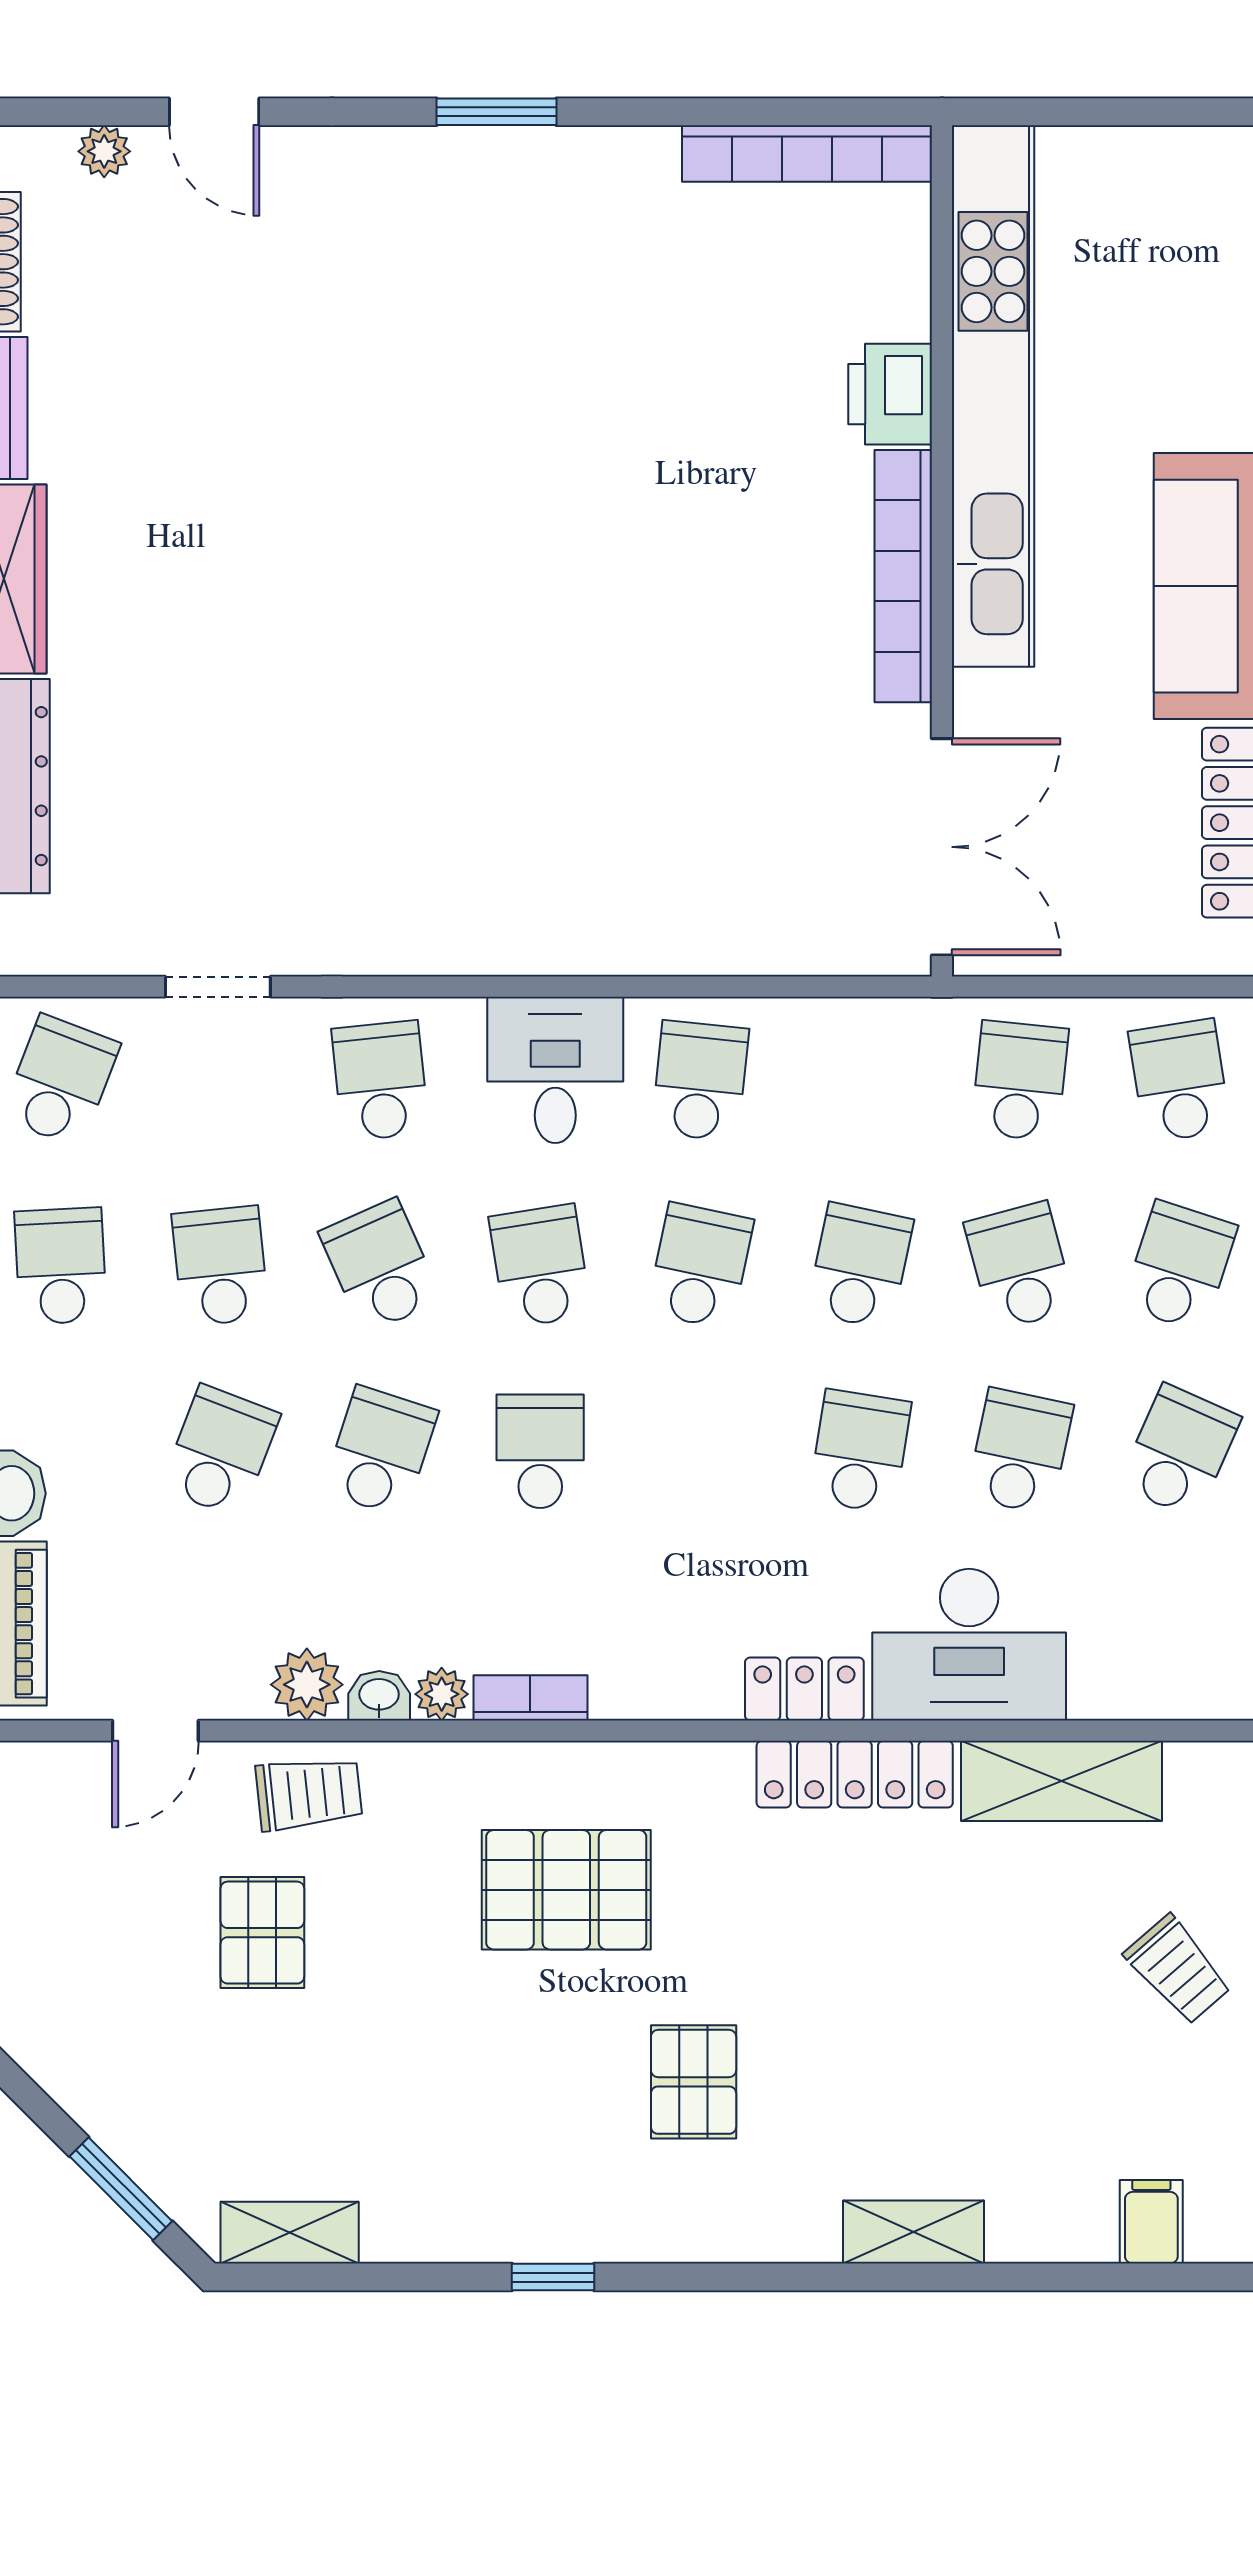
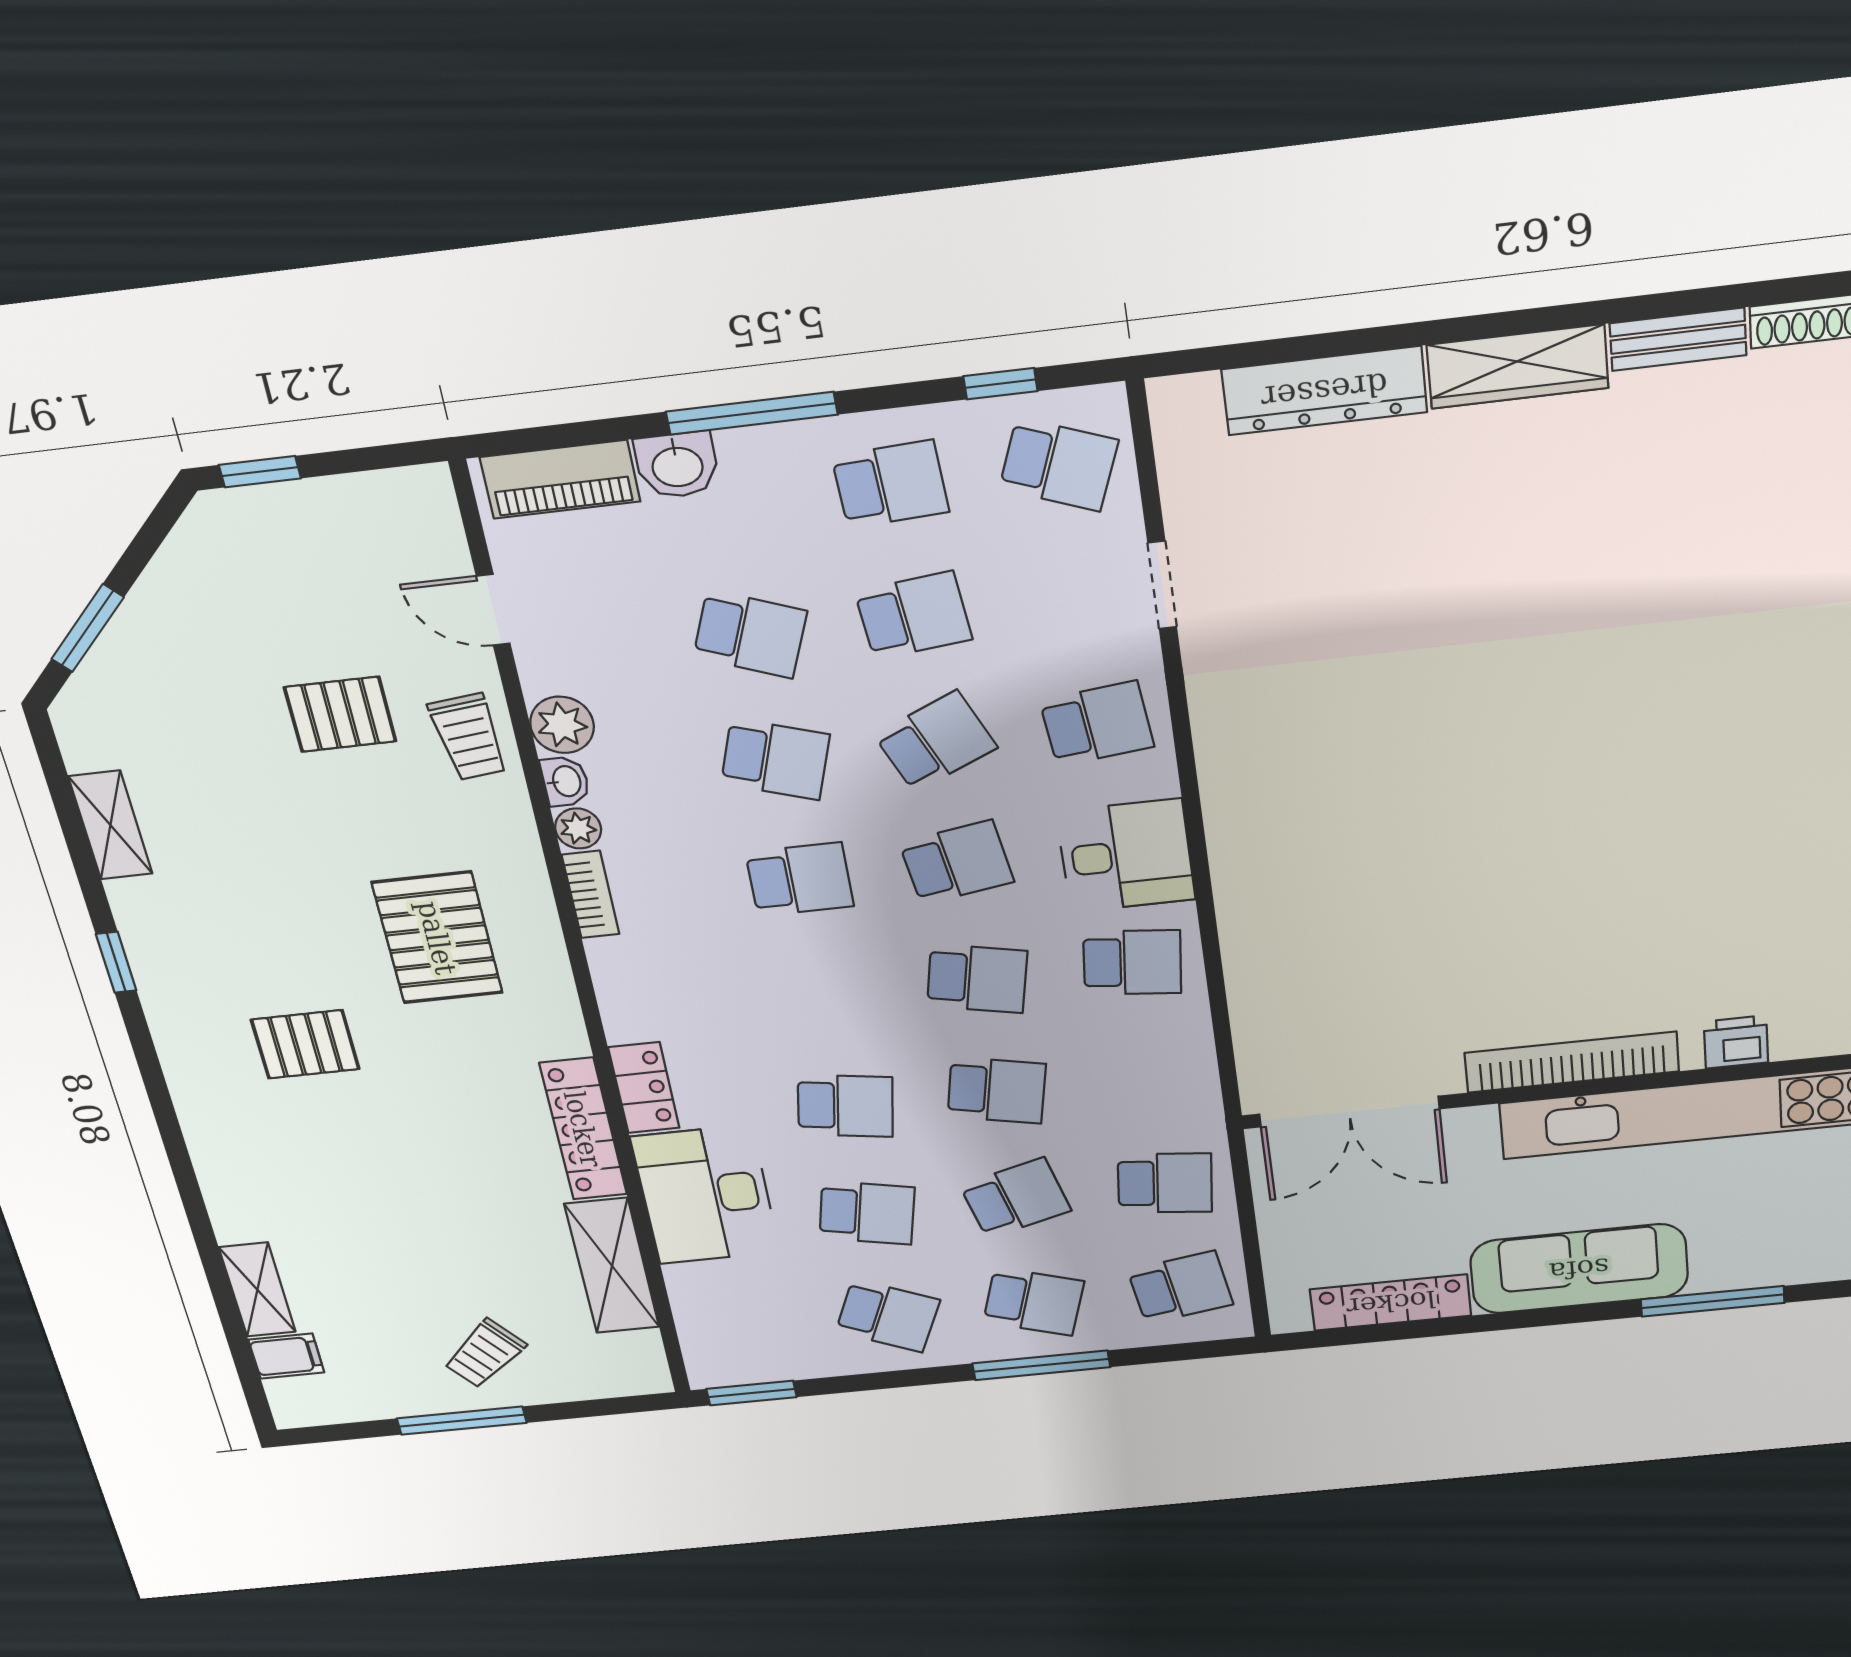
printer: (890, 394) -> (1736, 1042), width x0.73, depth x0.81
shelving: (914, 2232) -> (257, 1290), moved
shelving: (290, 2233) -> (110, 825), moved

